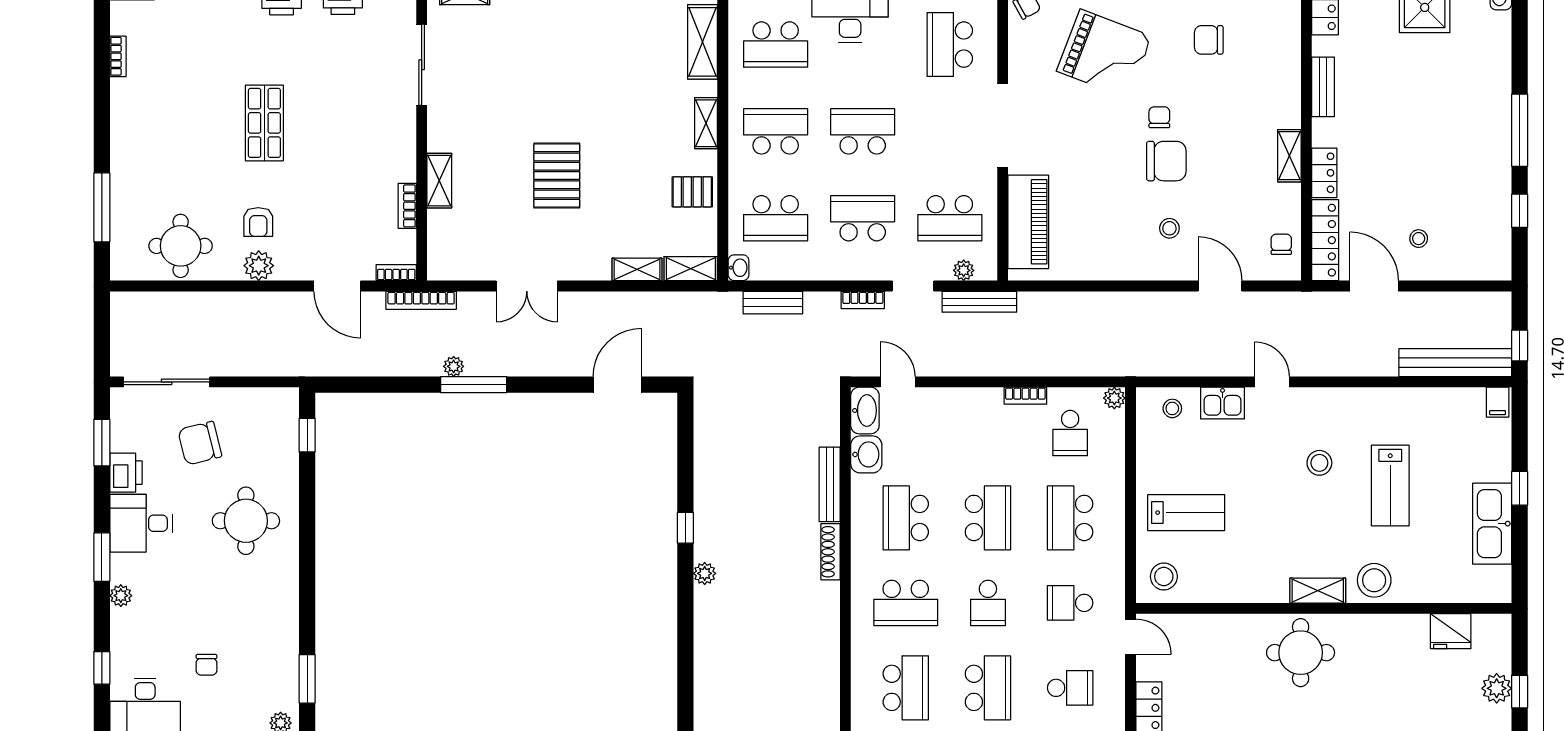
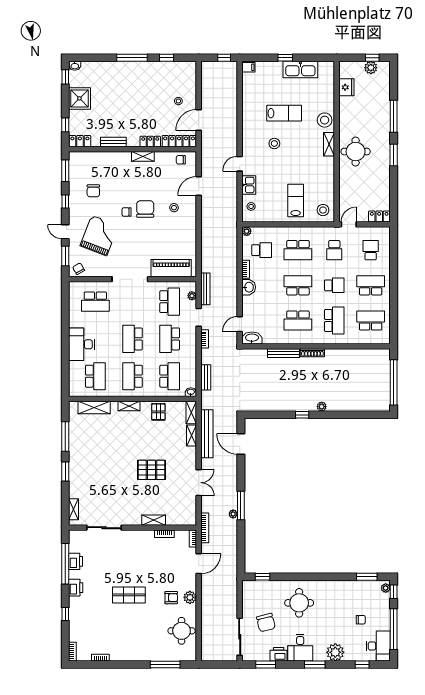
bench: (1455, 363) -> (207, 434), moved
washbasin: (866, 454) -> (249, 287), moved, turned 90
plant: (121, 596) -> (335, 652), width x1.88, depth x1.88

